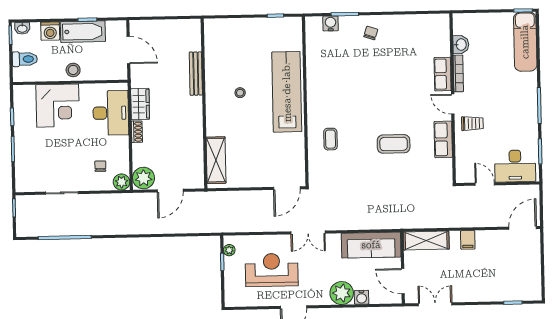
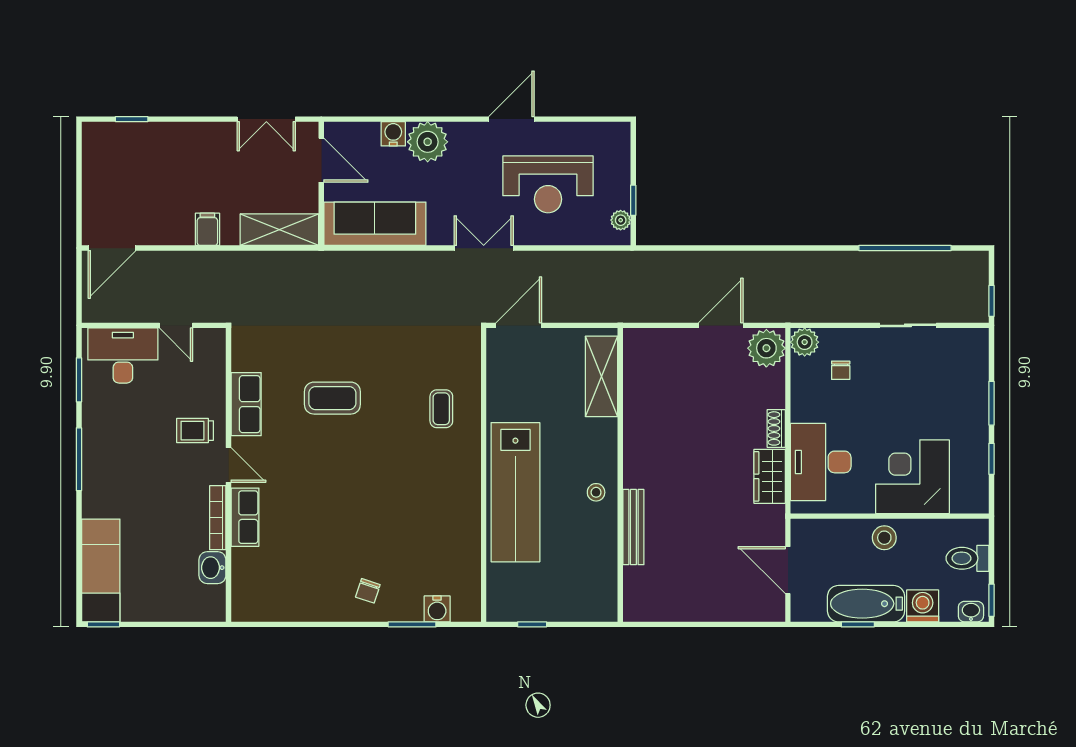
bench: (196, 74) -> (633, 527), moved
wall: (204, 104) -> (620, 475), moved
shelving: (216, 160) -> (602, 376), moved

